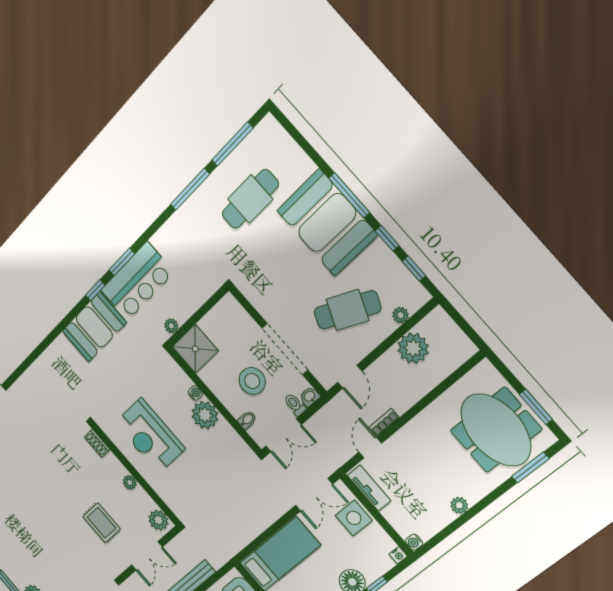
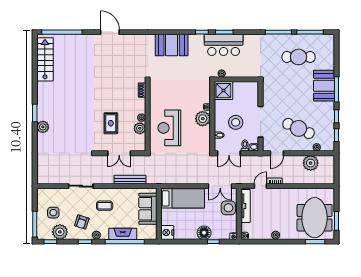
booth: (327, 223) -> (324, 86), width x0.73, depth x0.70
booth: (94, 327) -> (172, 45), moved
reception desk: (150, 436) -> (169, 128), moved
tv unit: (369, 488) -> (246, 206), width x1.41
plant: (158, 520) -> (140, 128), moved

